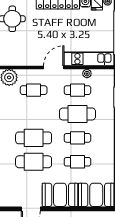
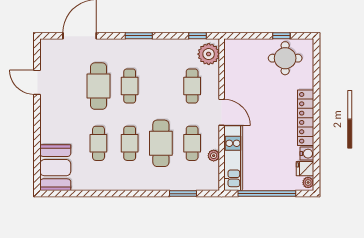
cafe table: (34, 138) -> (130, 86), width x0.73, depth x0.74
booth: (60, 195) -> (55, 121), removed

